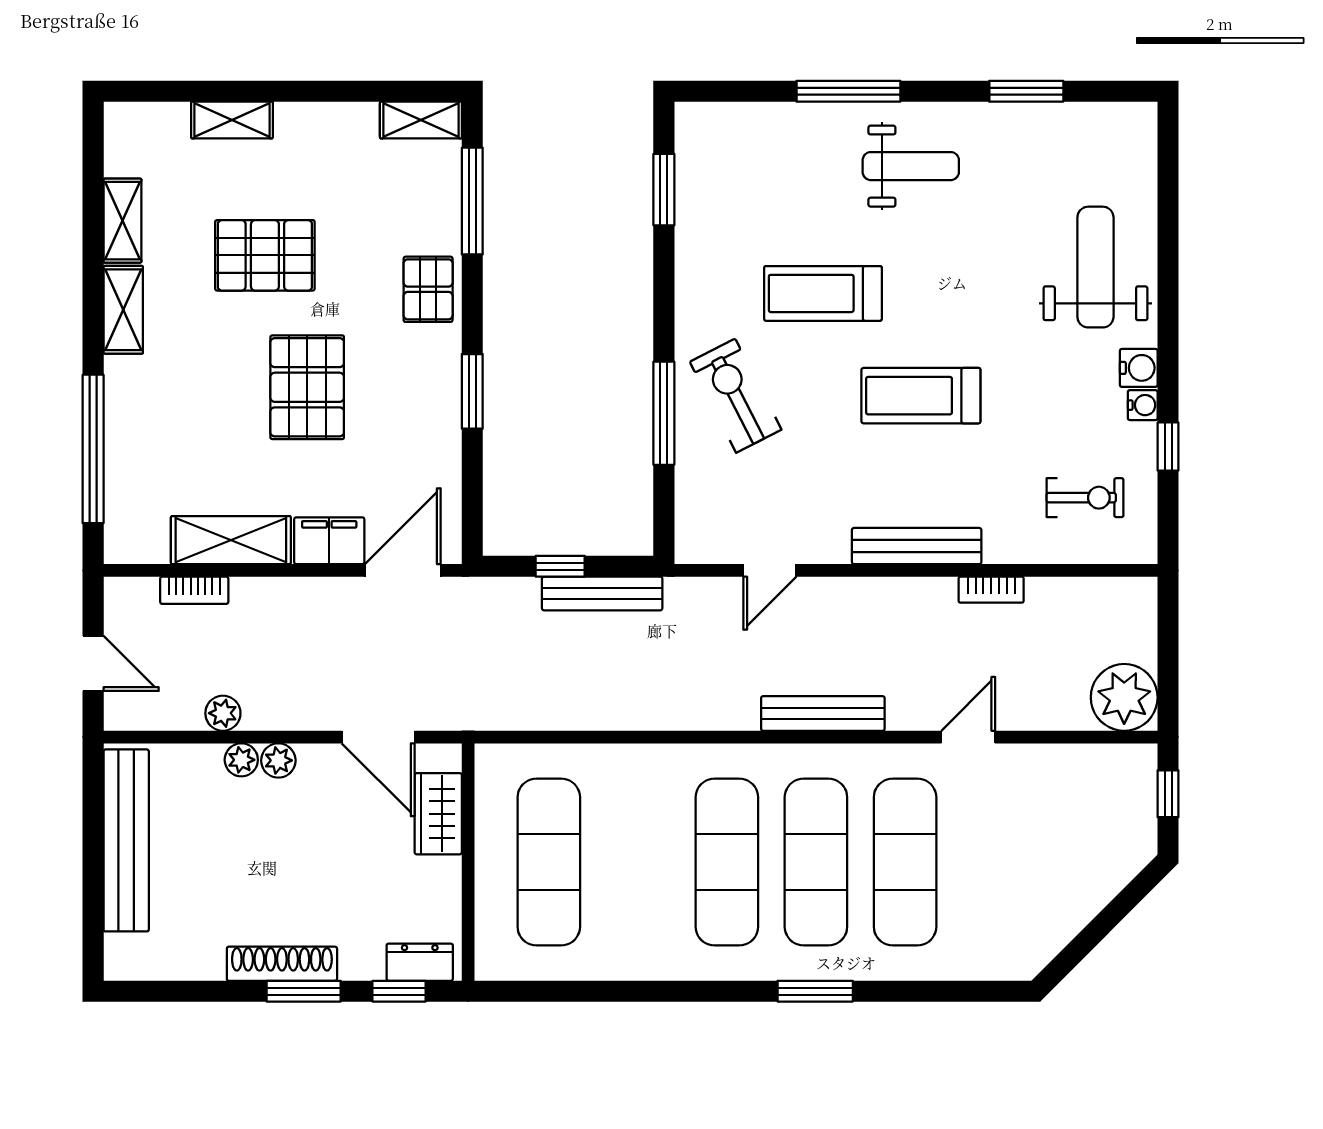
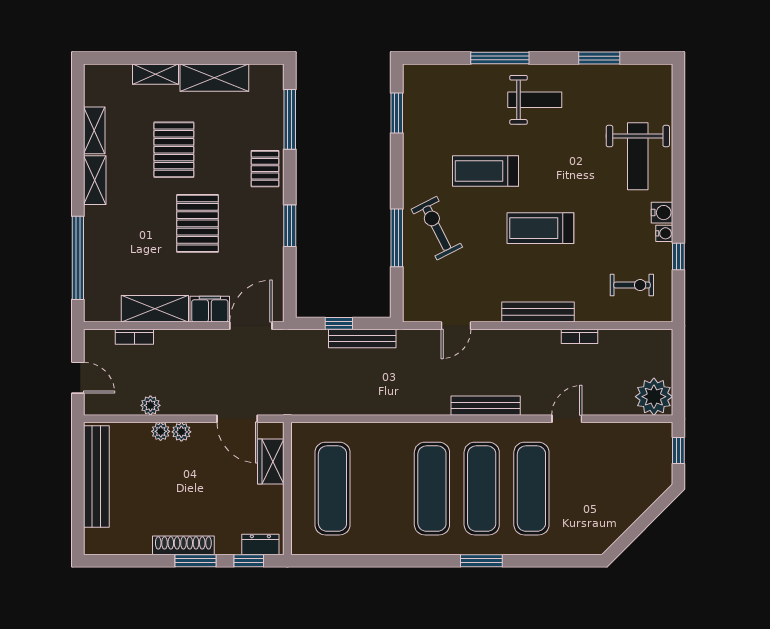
shelving: (421, 120) -> (214, 78), moved, width x1.50, depth x1.33
pallet: (265, 255) -> (174, 150), turned 90
weight bench: (1095, 267) -> (638, 156), turned 180

